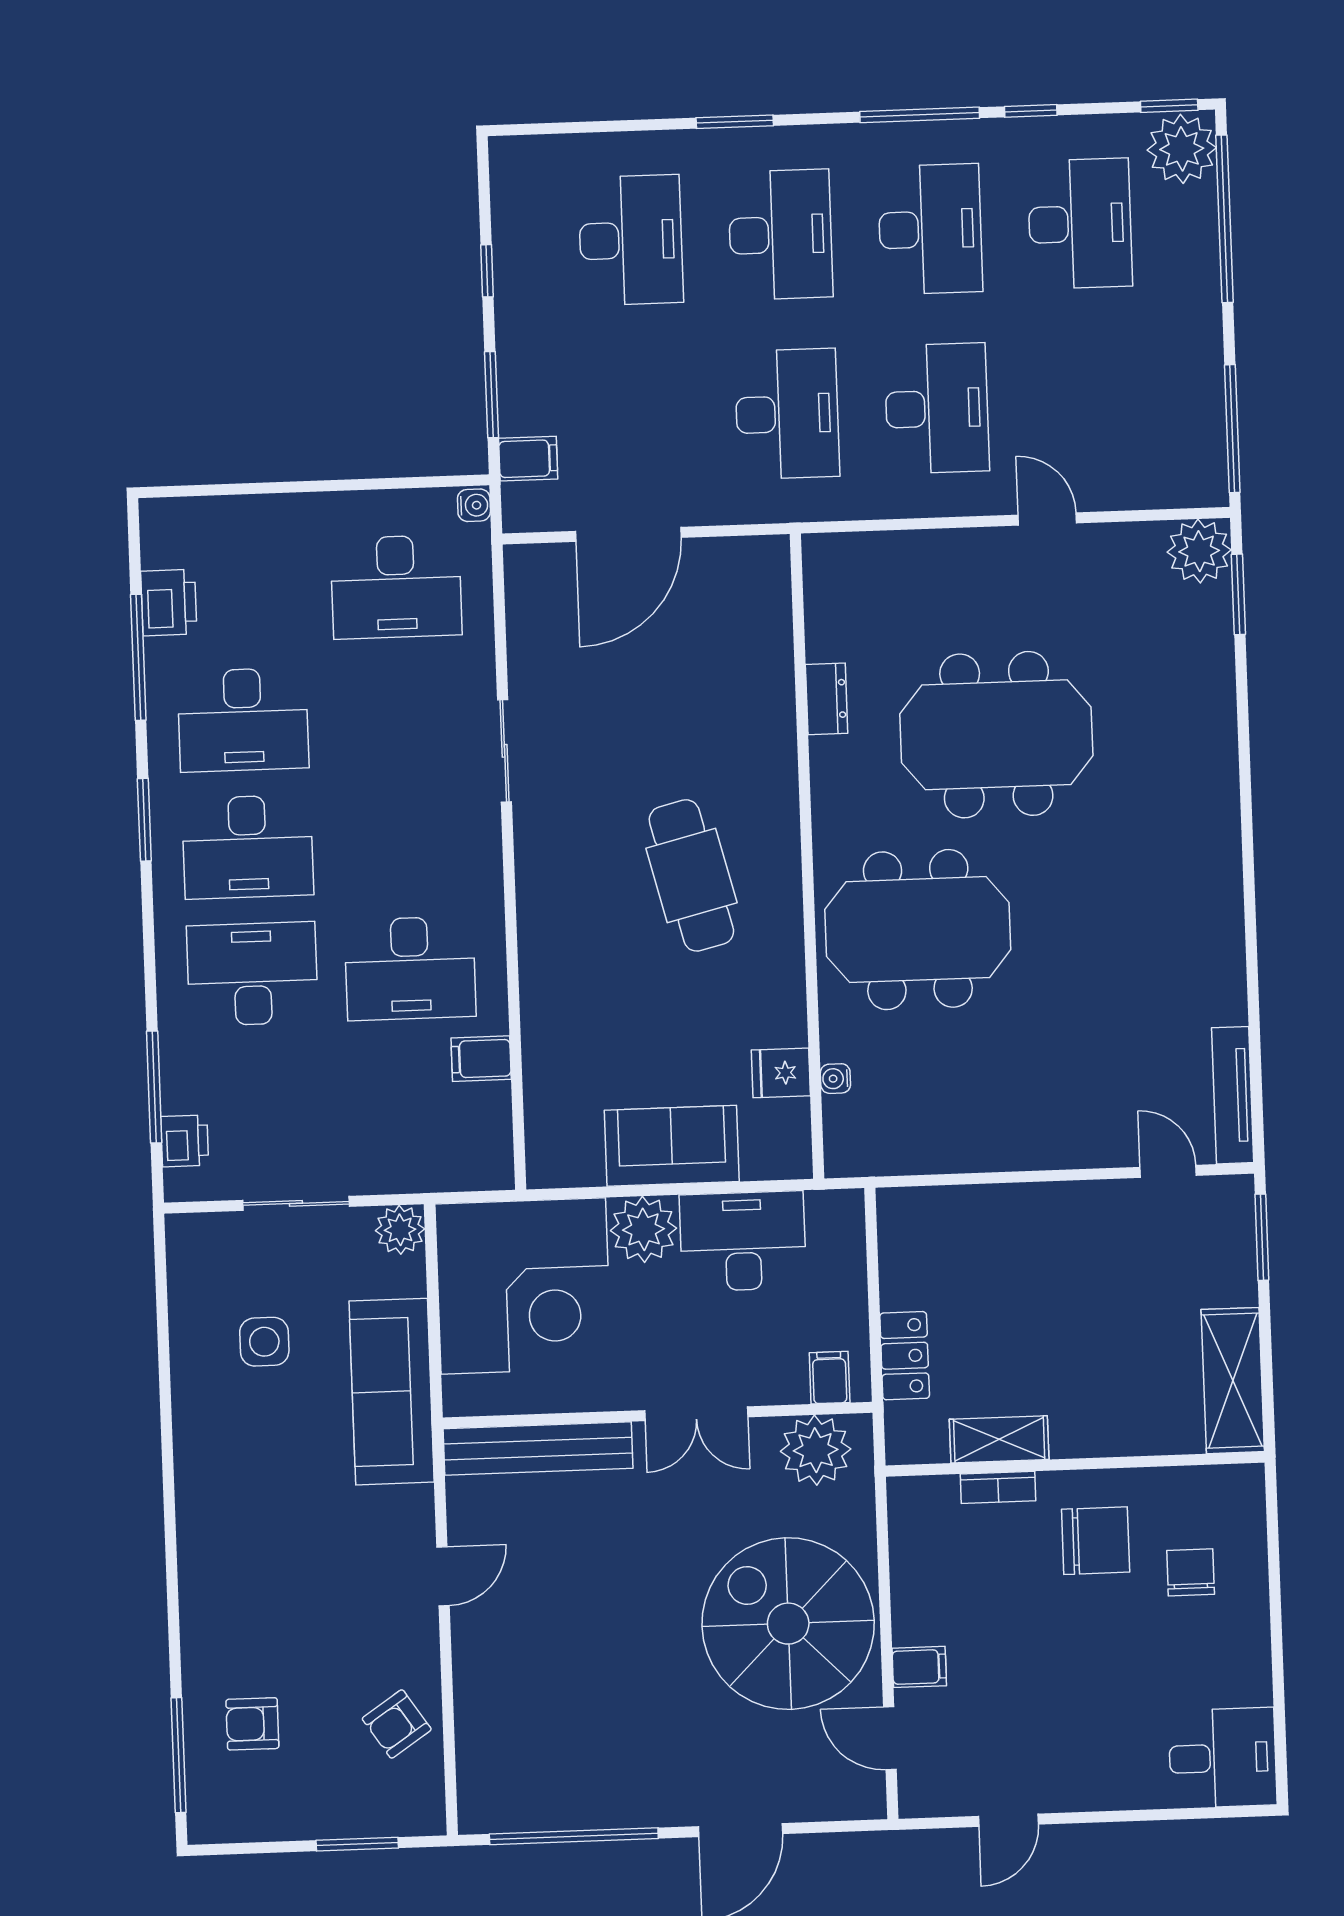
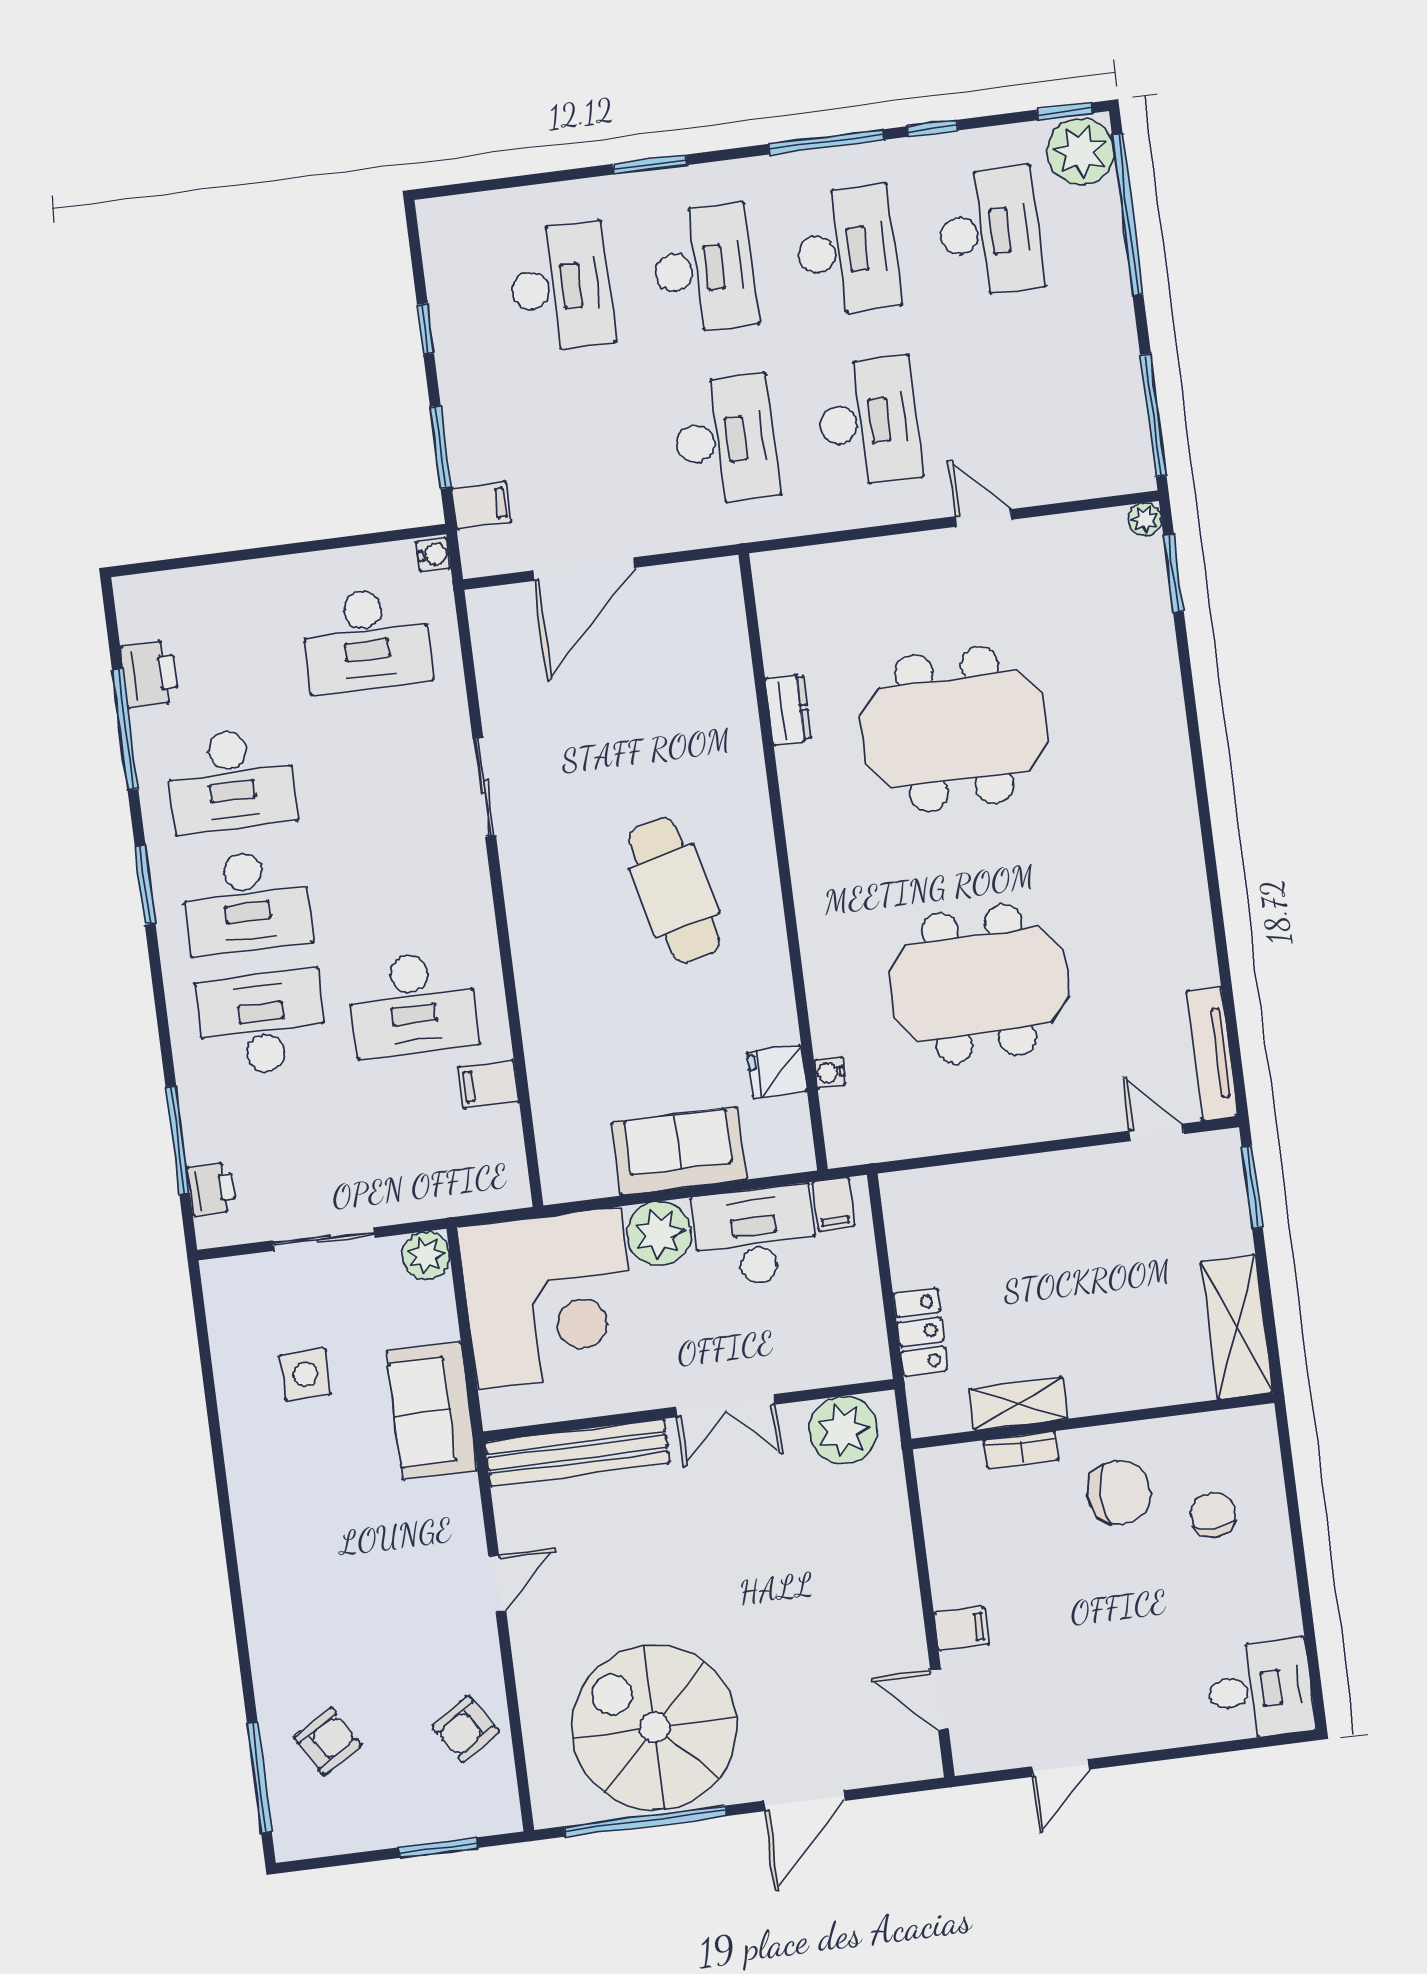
plant: (1199, 551) -> (1145, 519), width x0.53, depth x0.53
meeting table: (918, 930) -> (979, 984), moved
filing cabinet: (830, 1378) -> (833, 1204), moved, turned 180
sofa: (392, 1392) -> (432, 1411), width x0.73
spiral stairs: (788, 1624) -> (655, 1727), moved
armchair: (252, 1724) -> (327, 1741), turned 149

